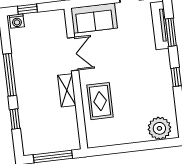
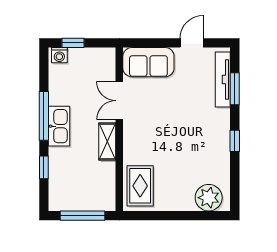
double door: (73, 54) -> (119, 101), swing flipped
kitchen sink: (24, 82) -> (59, 126), added
rug: (100, 101) -> (140, 186), moved

